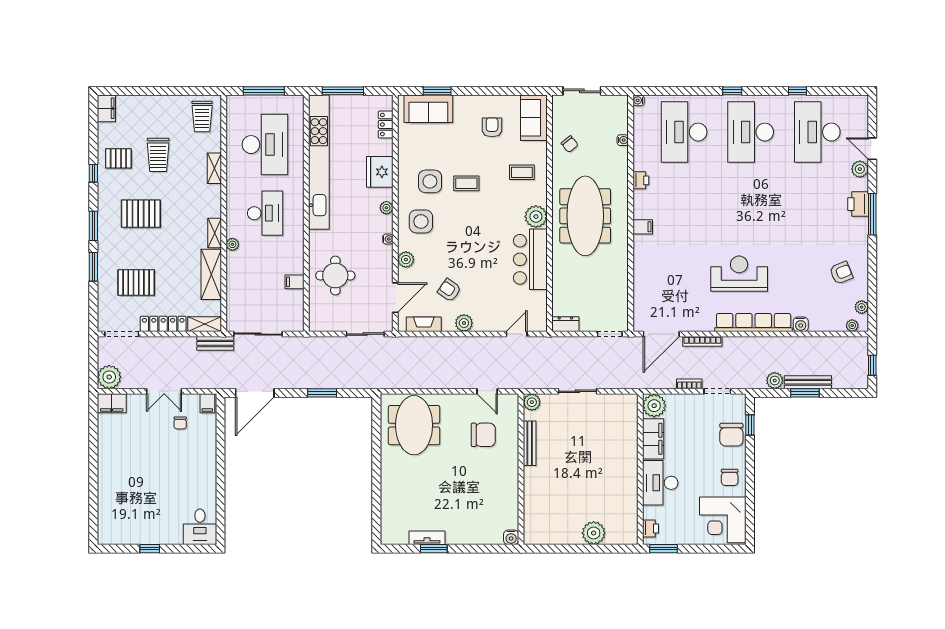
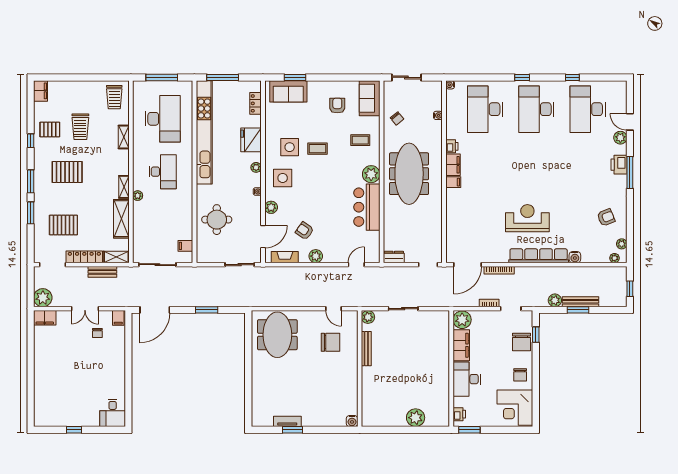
filing cabinet: (642, 204) -> (453, 165), added
filing cabinet: (295, 282) -> (185, 246), moved
bench: (215, 343) -> (102, 272), moved

